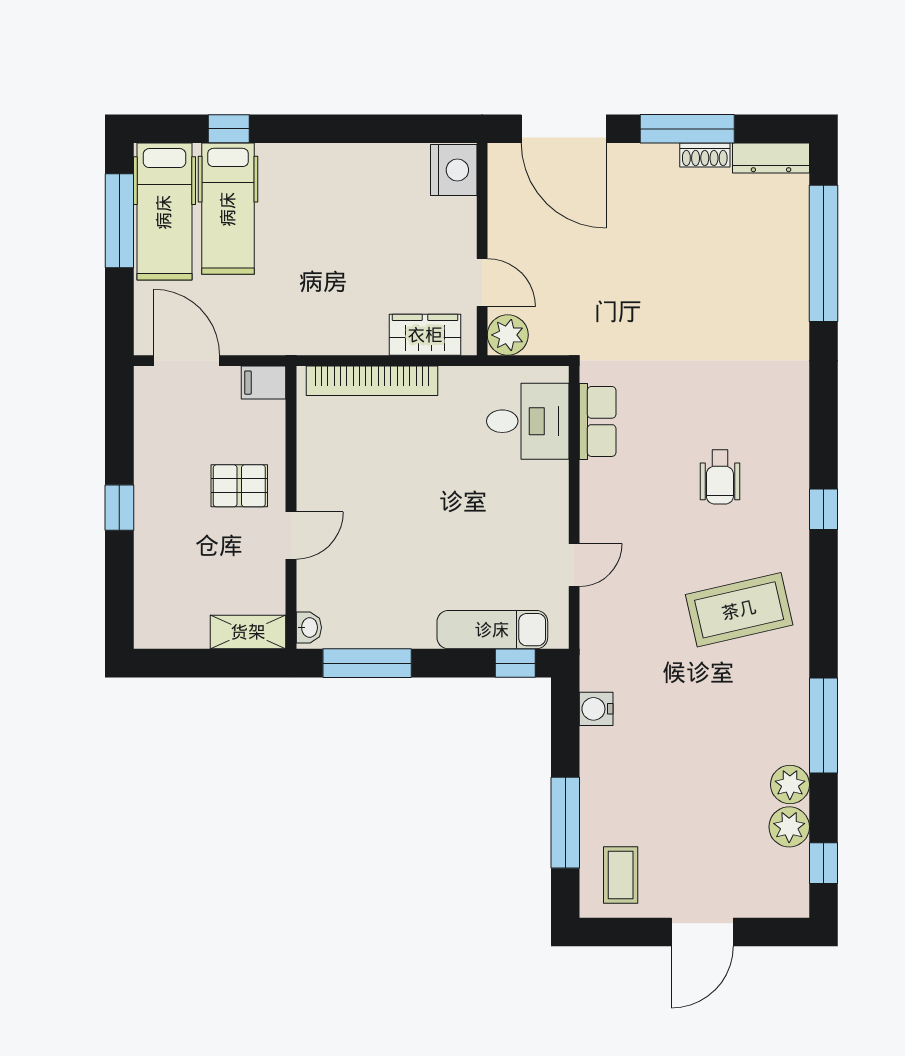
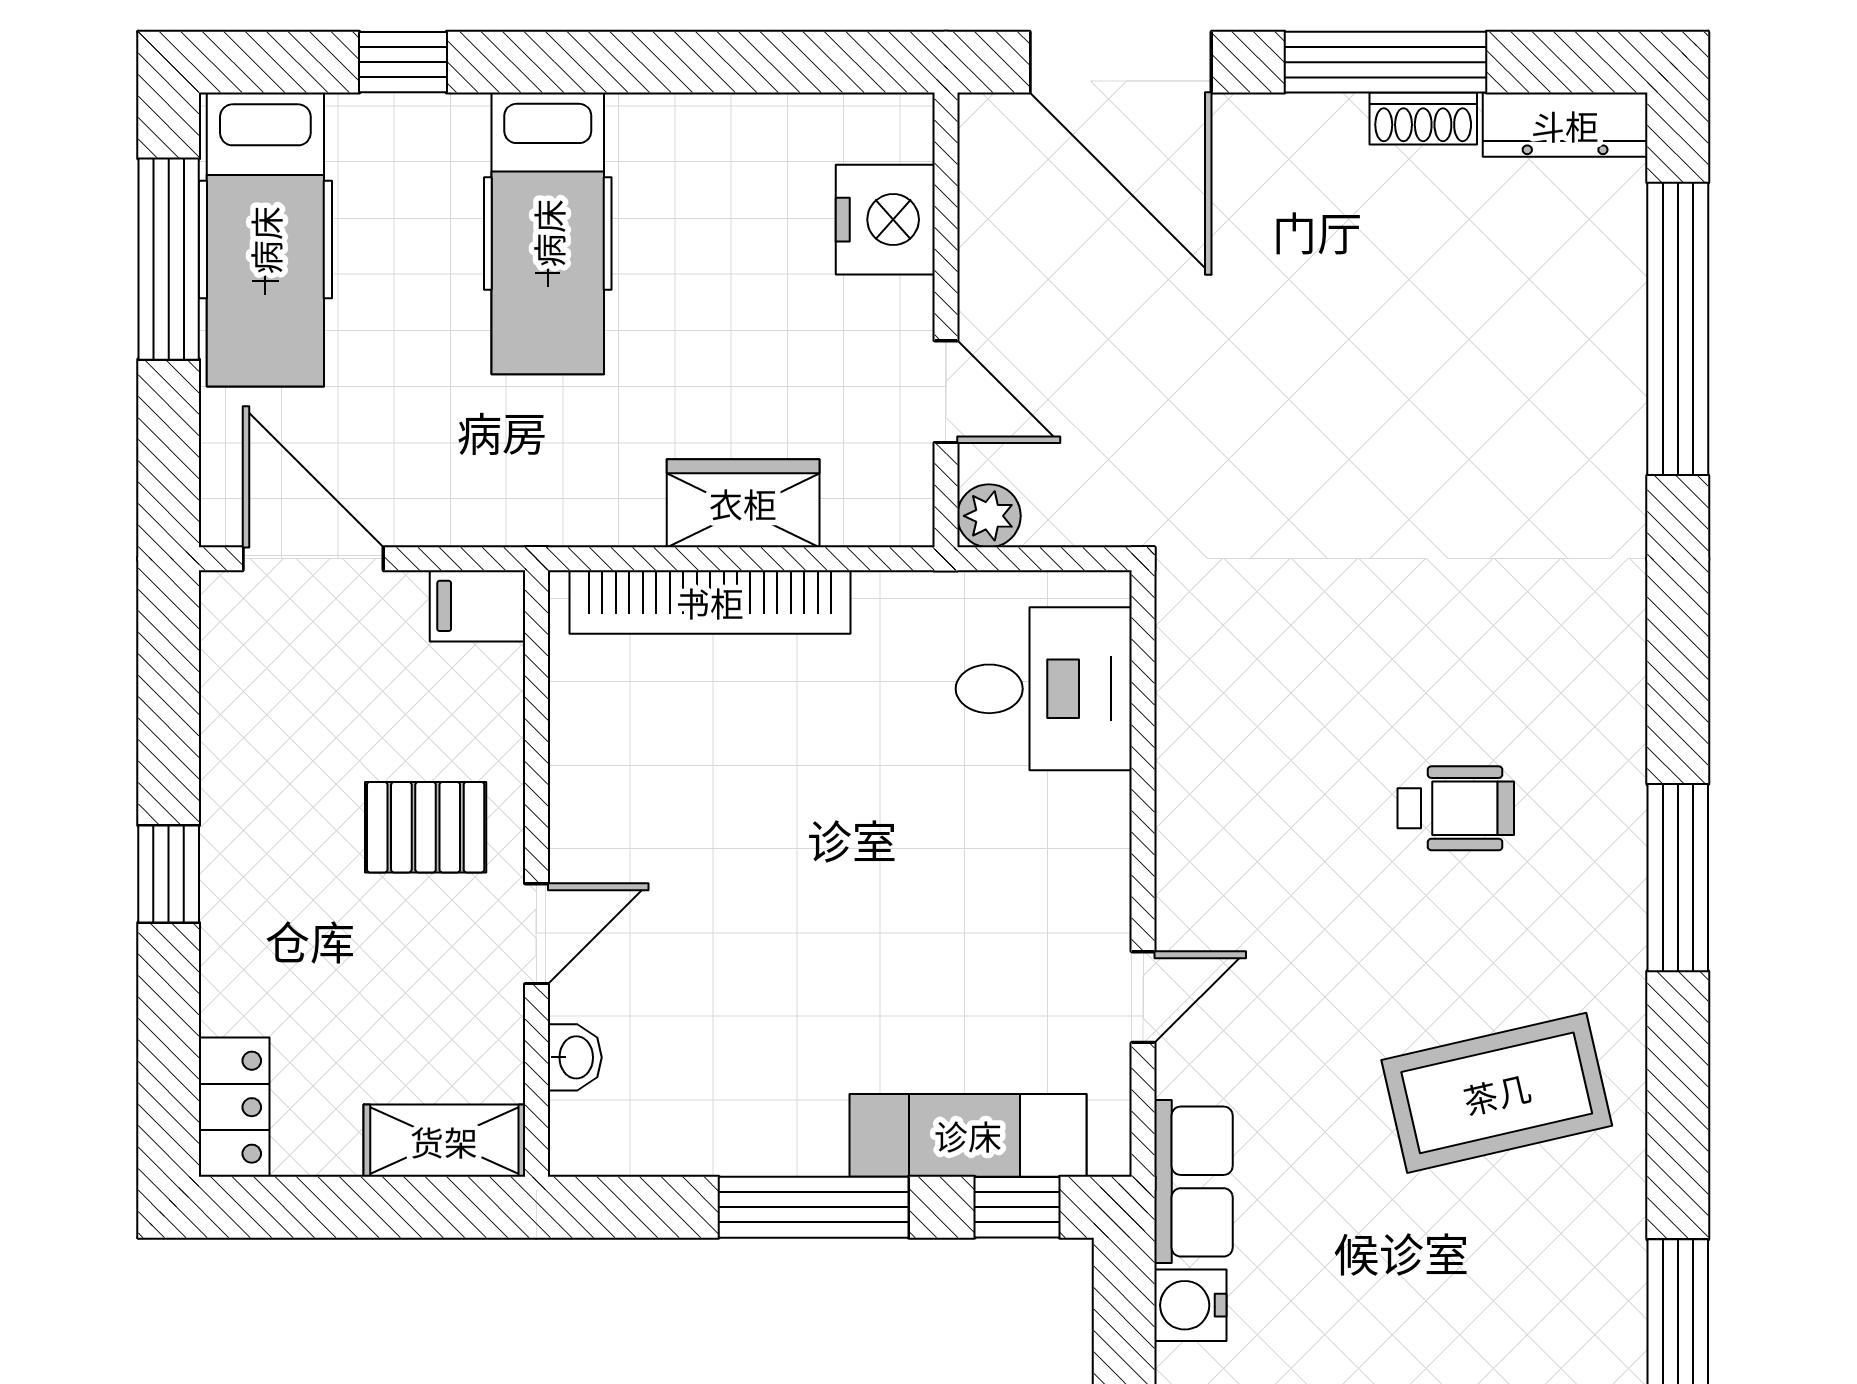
nightstand: (454, 170) -> (885, 220), moved
hospital bed: (228, 209) -> (548, 233), moved
wardrobe: (425, 335) -> (743, 503), moved
plant: (508, 335) -> (989, 516), width x0.73, depth x0.73
row of seats: (598, 421) -> (1194, 1182), moved
wheelchair: (720, 477) -> (1456, 808), turned -90
window: (824, 509) -> (1678, 878), width x2.17
locker: (150, 616) -> (234, 1107), added
washbasin: (309, 628) -> (575, 1057), moved
window: (367, 663) -> (814, 1207), moved

